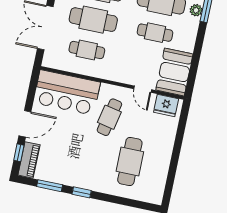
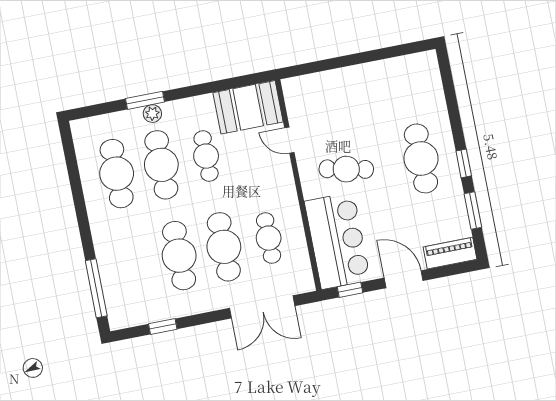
door: (143, 89) -> (289, 140), swing flipped
fridge: (166, 105) -> (298, 99), removed
window: (19, 153) -> (350, 290), moved
cafe table: (130, 161) -> (421, 158), moved, turned 90

